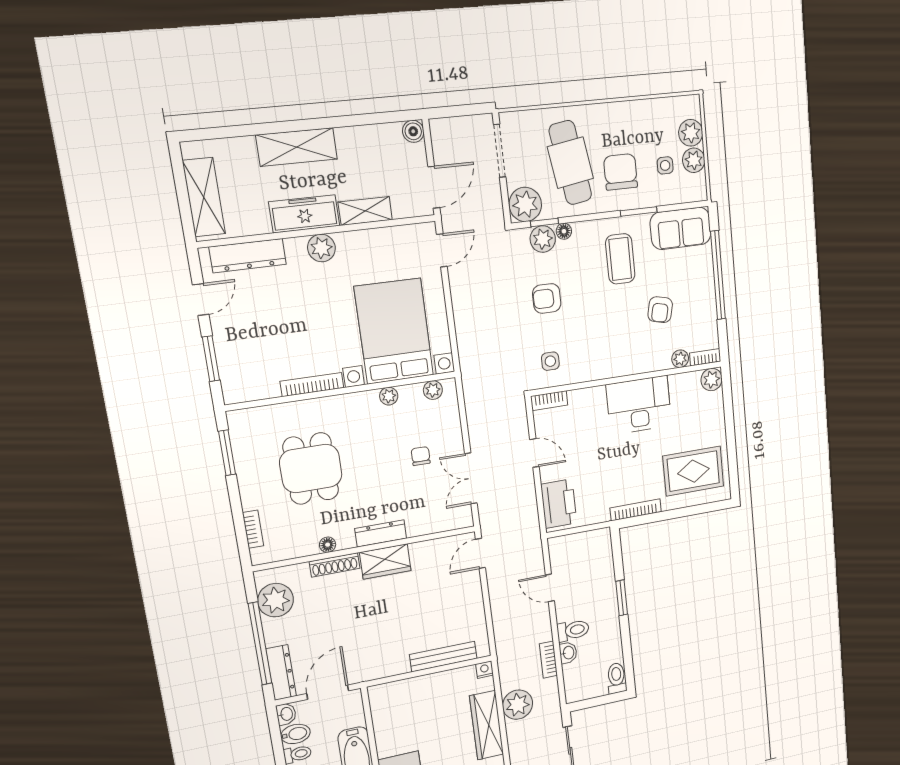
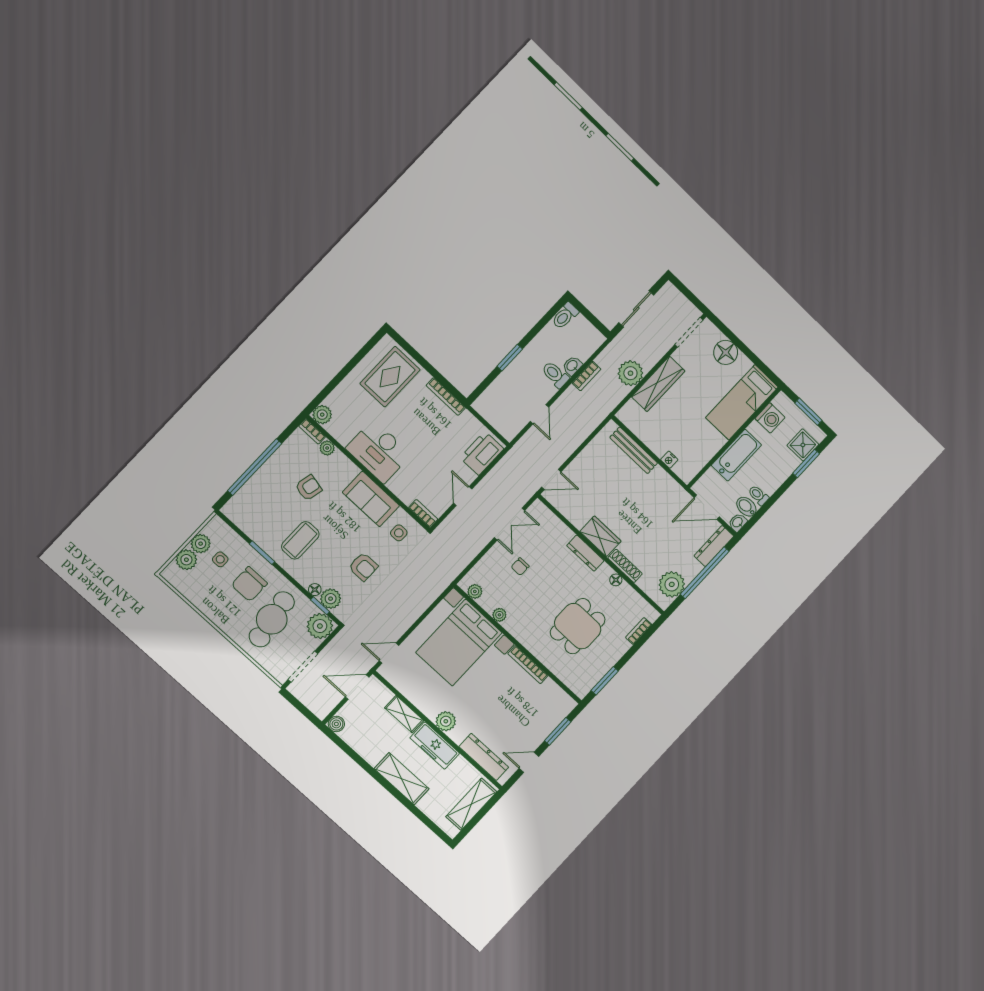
sofa: (681, 228) -> (371, 499), moved, turned 180
rug: (693, 471) -> (390, 377), turned 90
nightstand: (485, 670) -> (669, 460), moved

